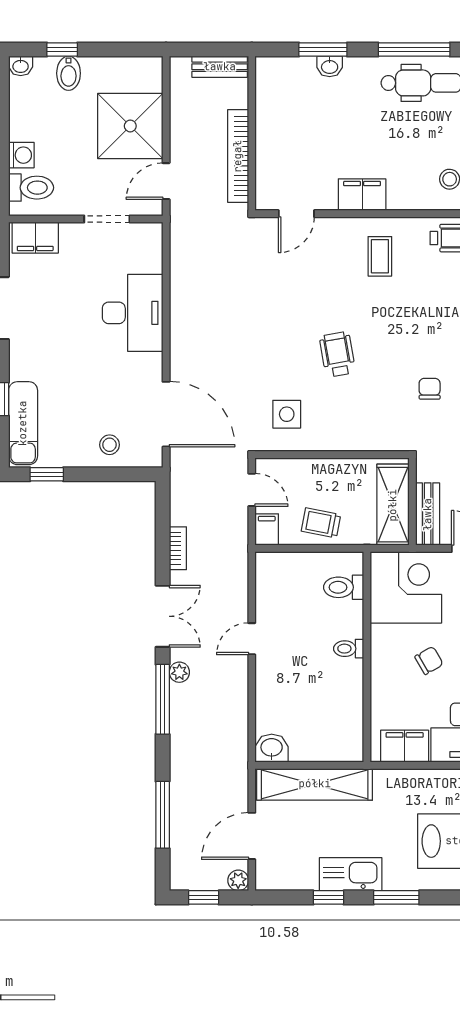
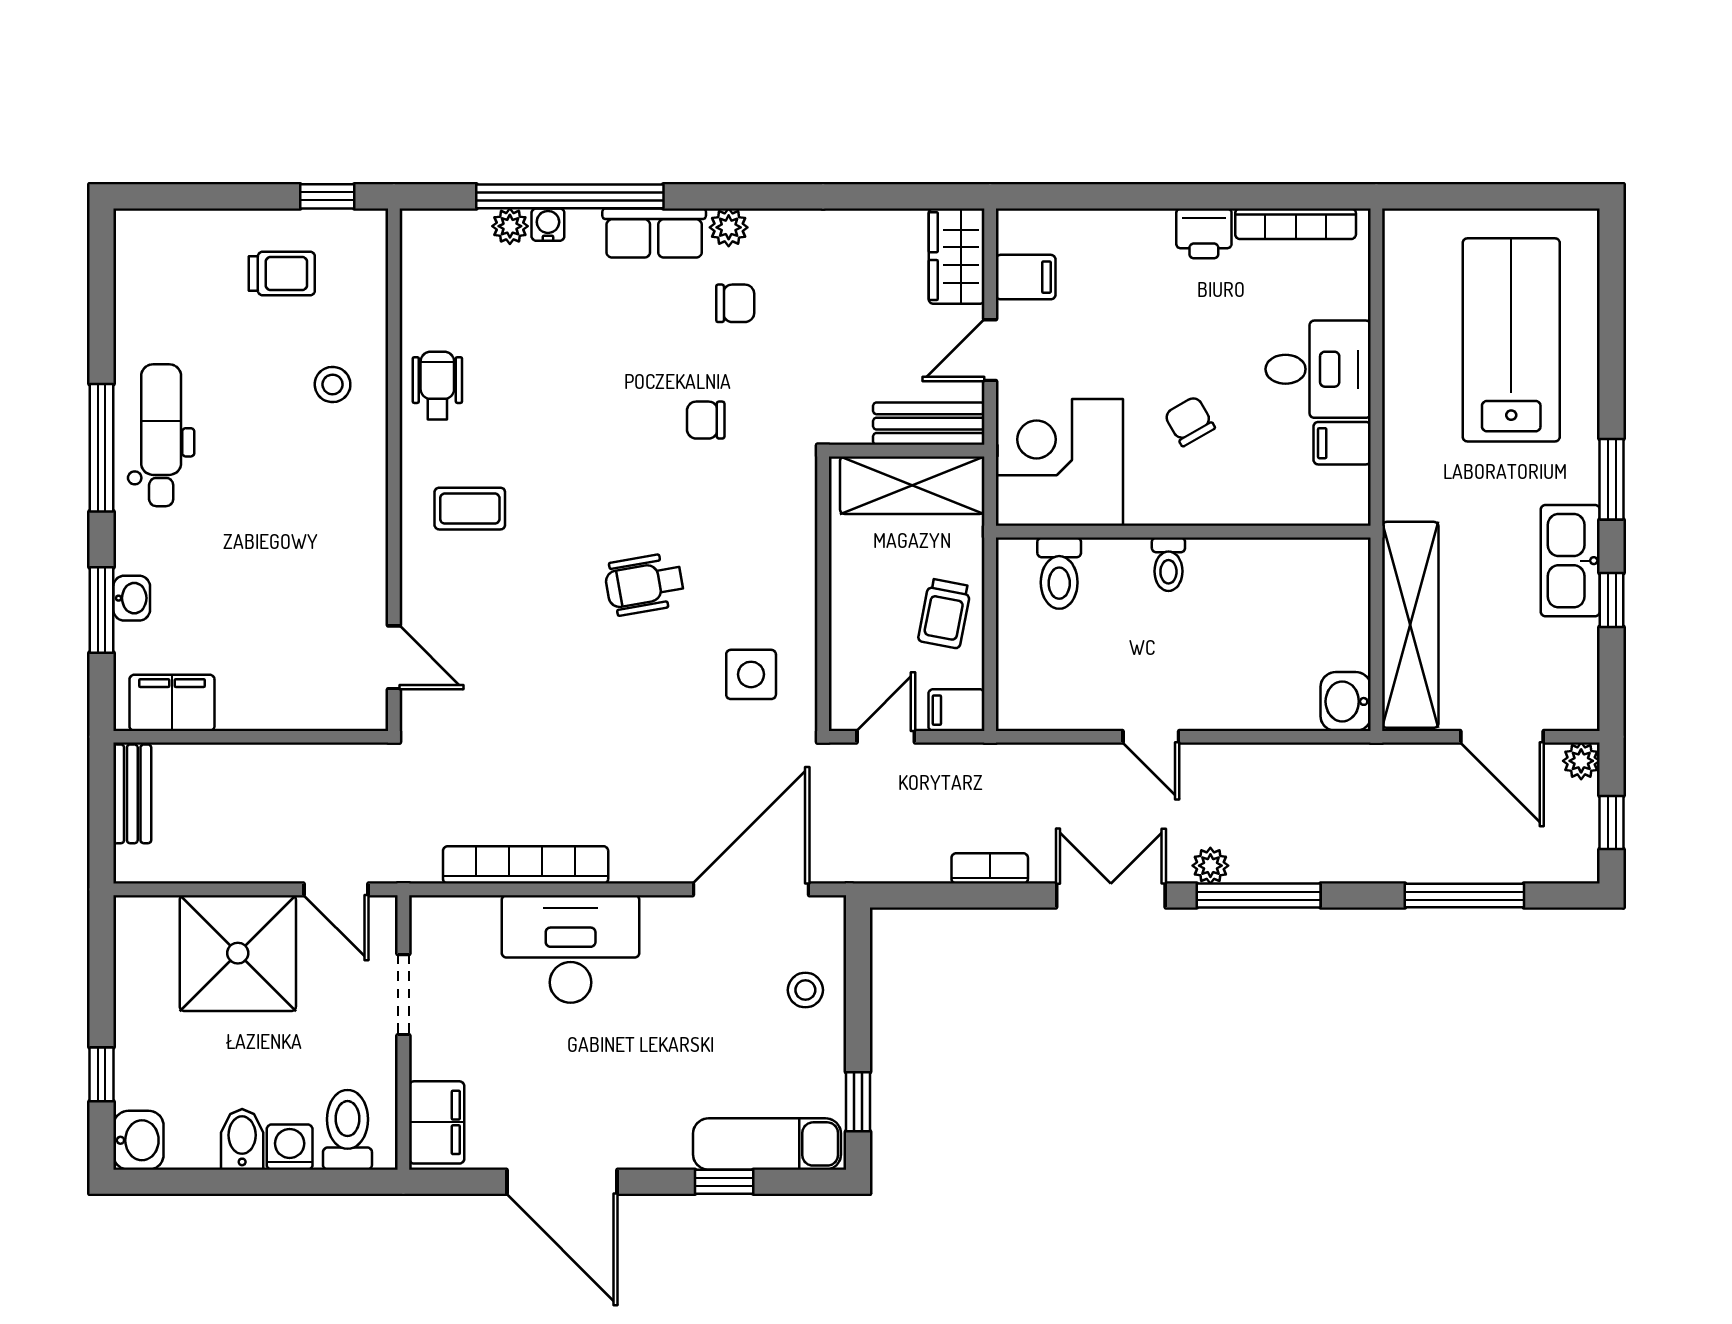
washbasin: (21, 66) -> (138, 1140), width x1.38, depth x1.45
bidet: (69, 73) -> (242, 1139), moved, turned -90
bookcase: (238, 156) -> (526, 865), moved, turned 180
filing cabinet: (362, 195) -> (172, 703), moved, turned 90
filing cabinet: (405, 746) -> (1342, 443), width x0.50

